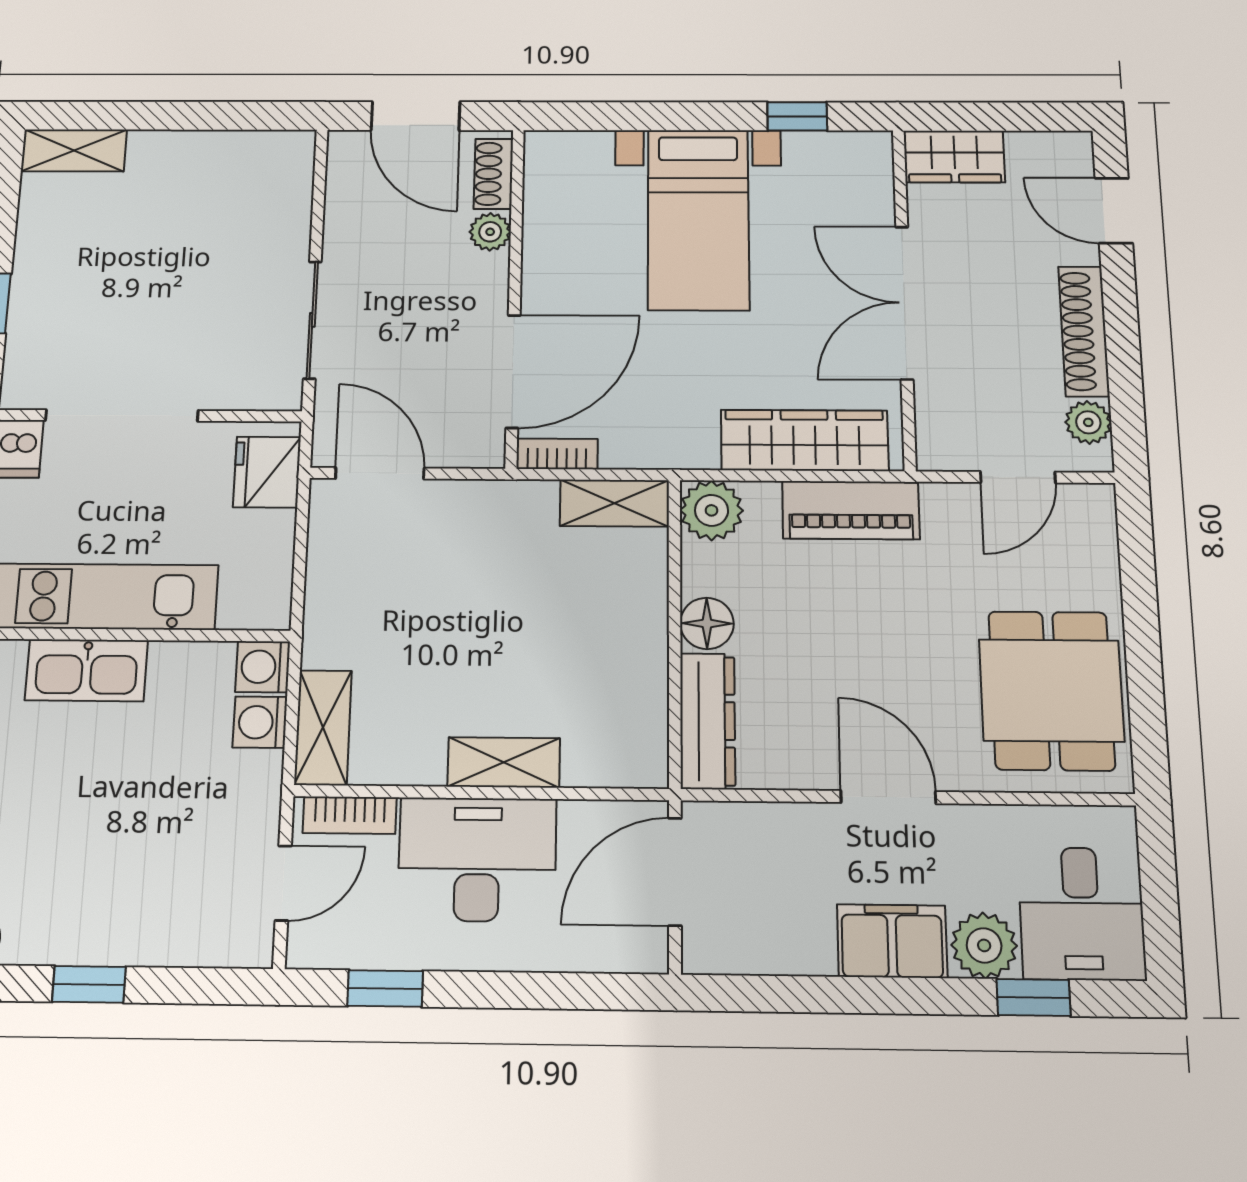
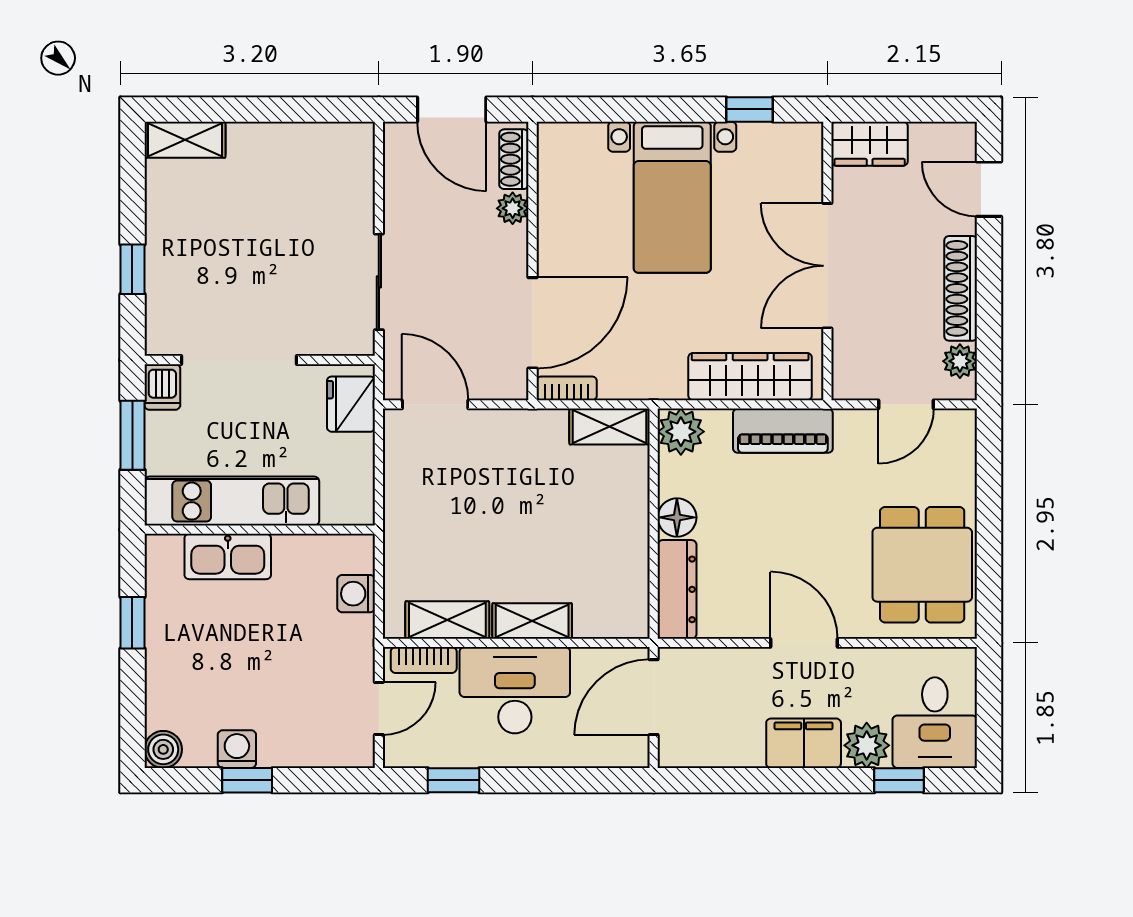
washing machine: (263, 667) -> (237, 749), moved, turned 90
shelving: (323, 727) -> (447, 620), moved, turned 90

